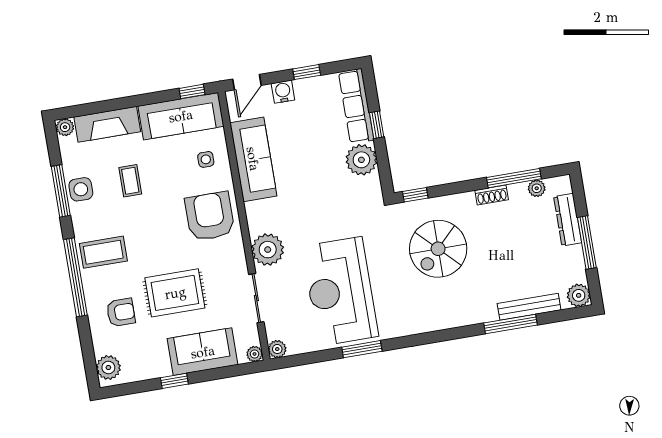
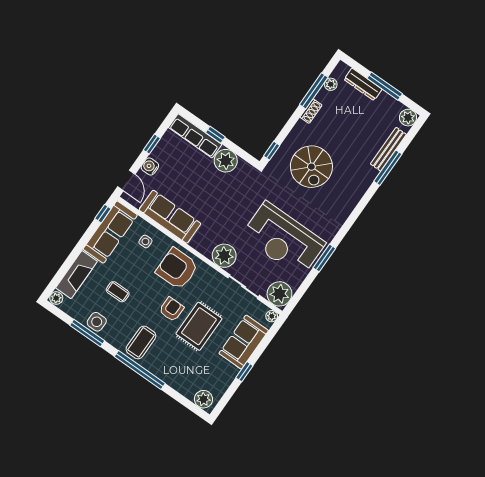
armchair: (121, 312) -> (171, 309), moved
plant: (277, 349) -> (279, 294), width x1.88, depth x1.88

